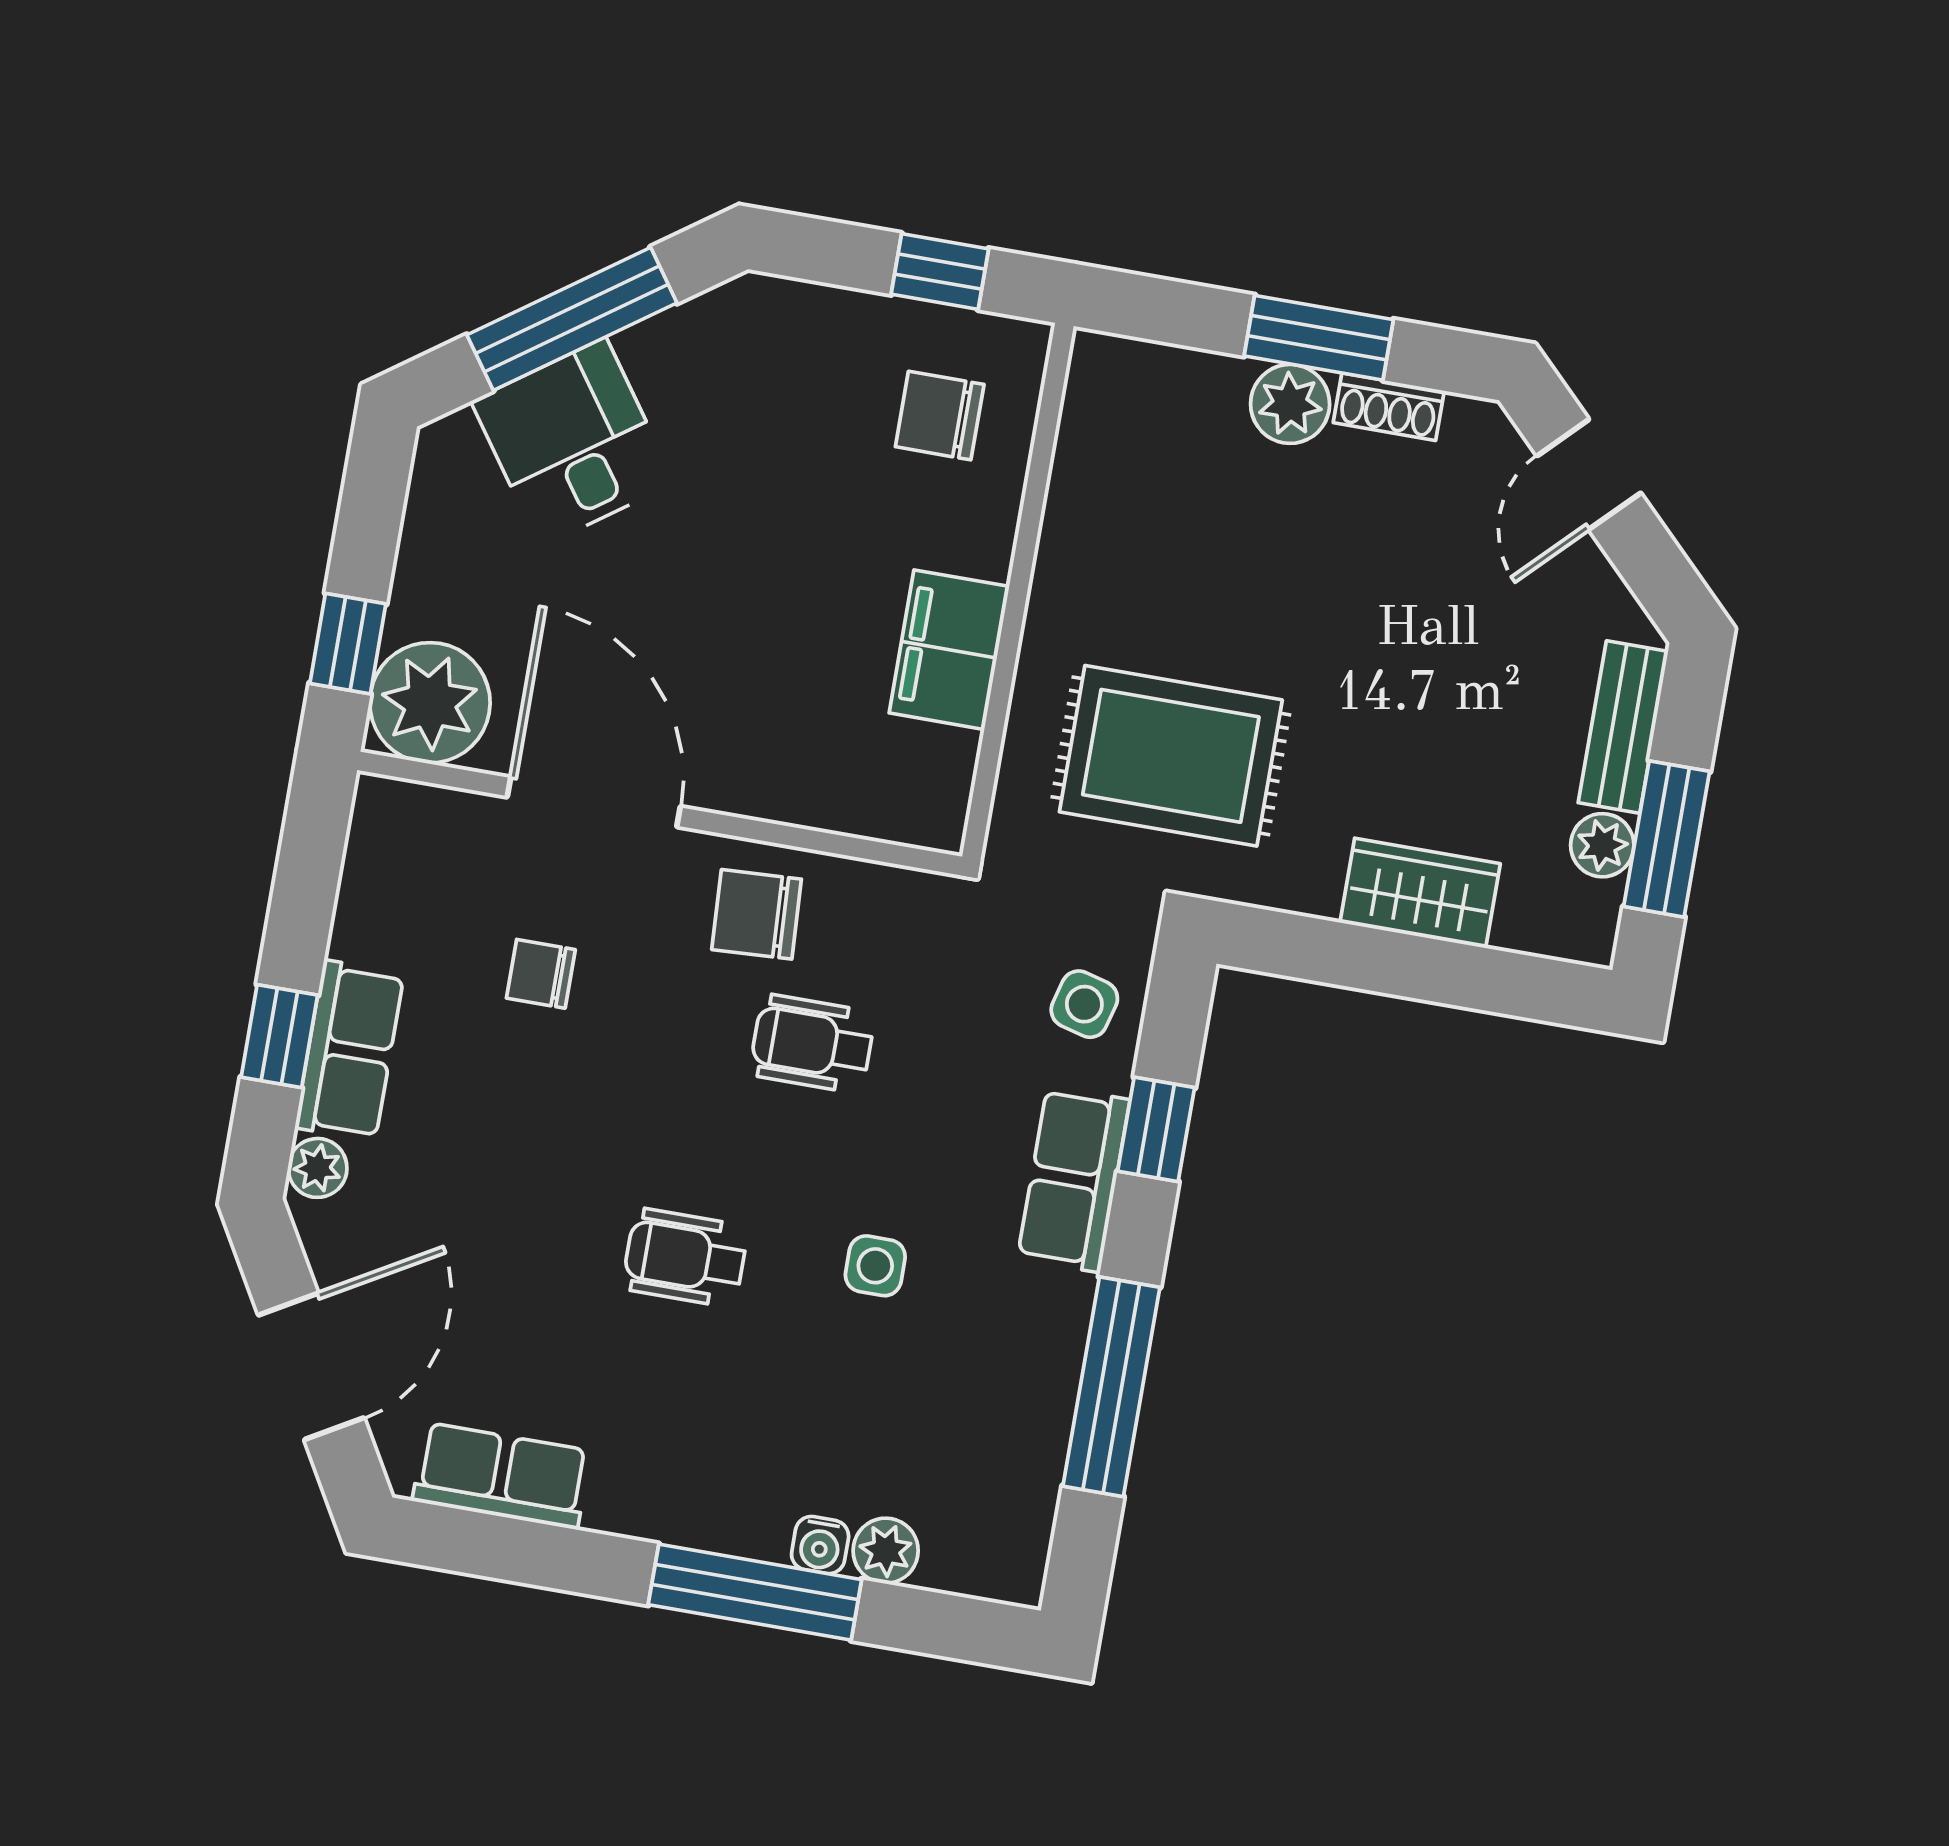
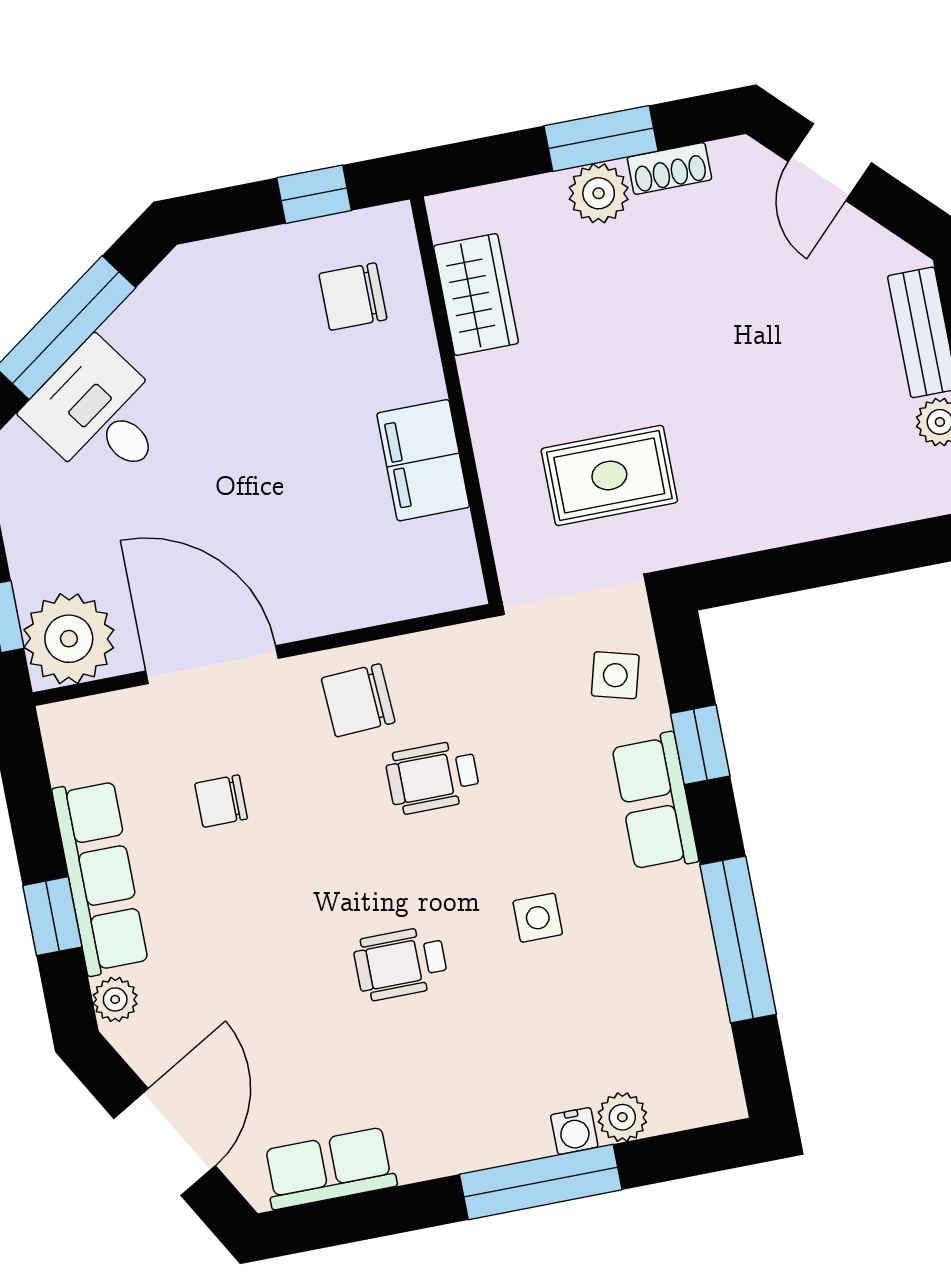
rug: (1171, 756) -> (609, 475), width x0.73, depth x0.70
wardrobe: (1420, 893) -> (476, 295), moved, turned 90
row of seats: (350, 1051) -> (100, 877), width x1.48

